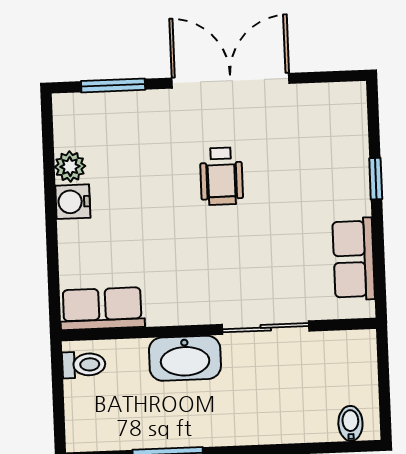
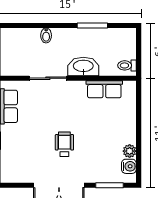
water cooler: (73, 202) -> (129, 166), moved
row of seats: (102, 309) -> (104, 89), moved
bidet: (350, 423) -> (46, 35), moved

